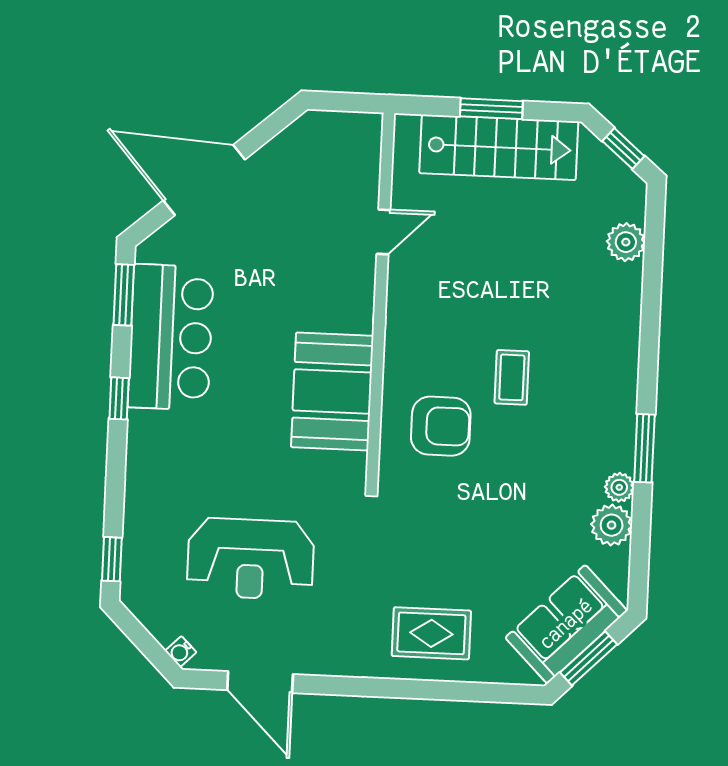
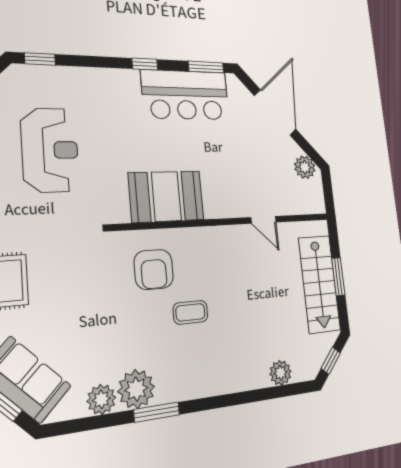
plant: (301, 140) -> (305, 167), added
plant: (619, 487) -> (136, 389), width x1.88, depth x1.88
reception desk: (251, 559) -> (50, 150), turned 180

